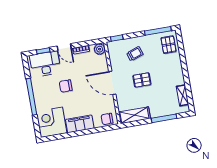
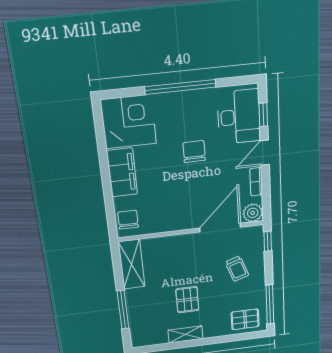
pallet: (142, 80) -> (187, 300), moved
door: (112, 83) -> (220, 228), moved
shelving: (183, 95) -> (185, 334), moved

